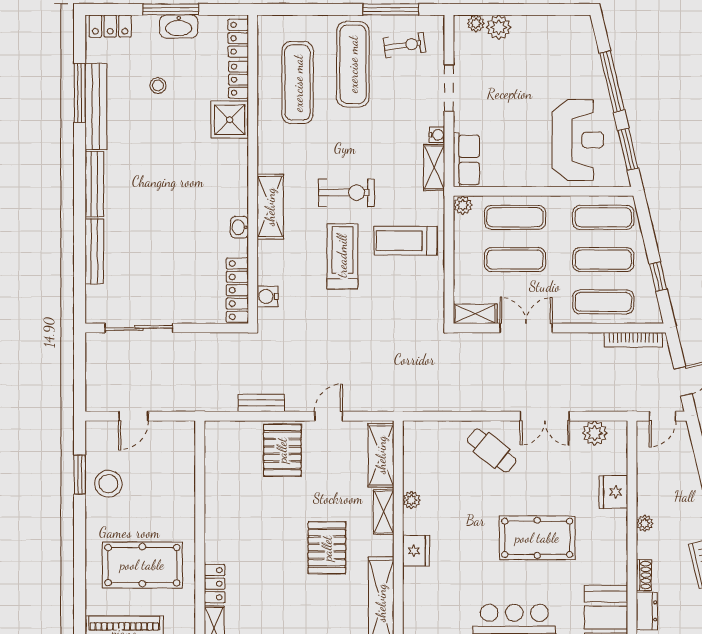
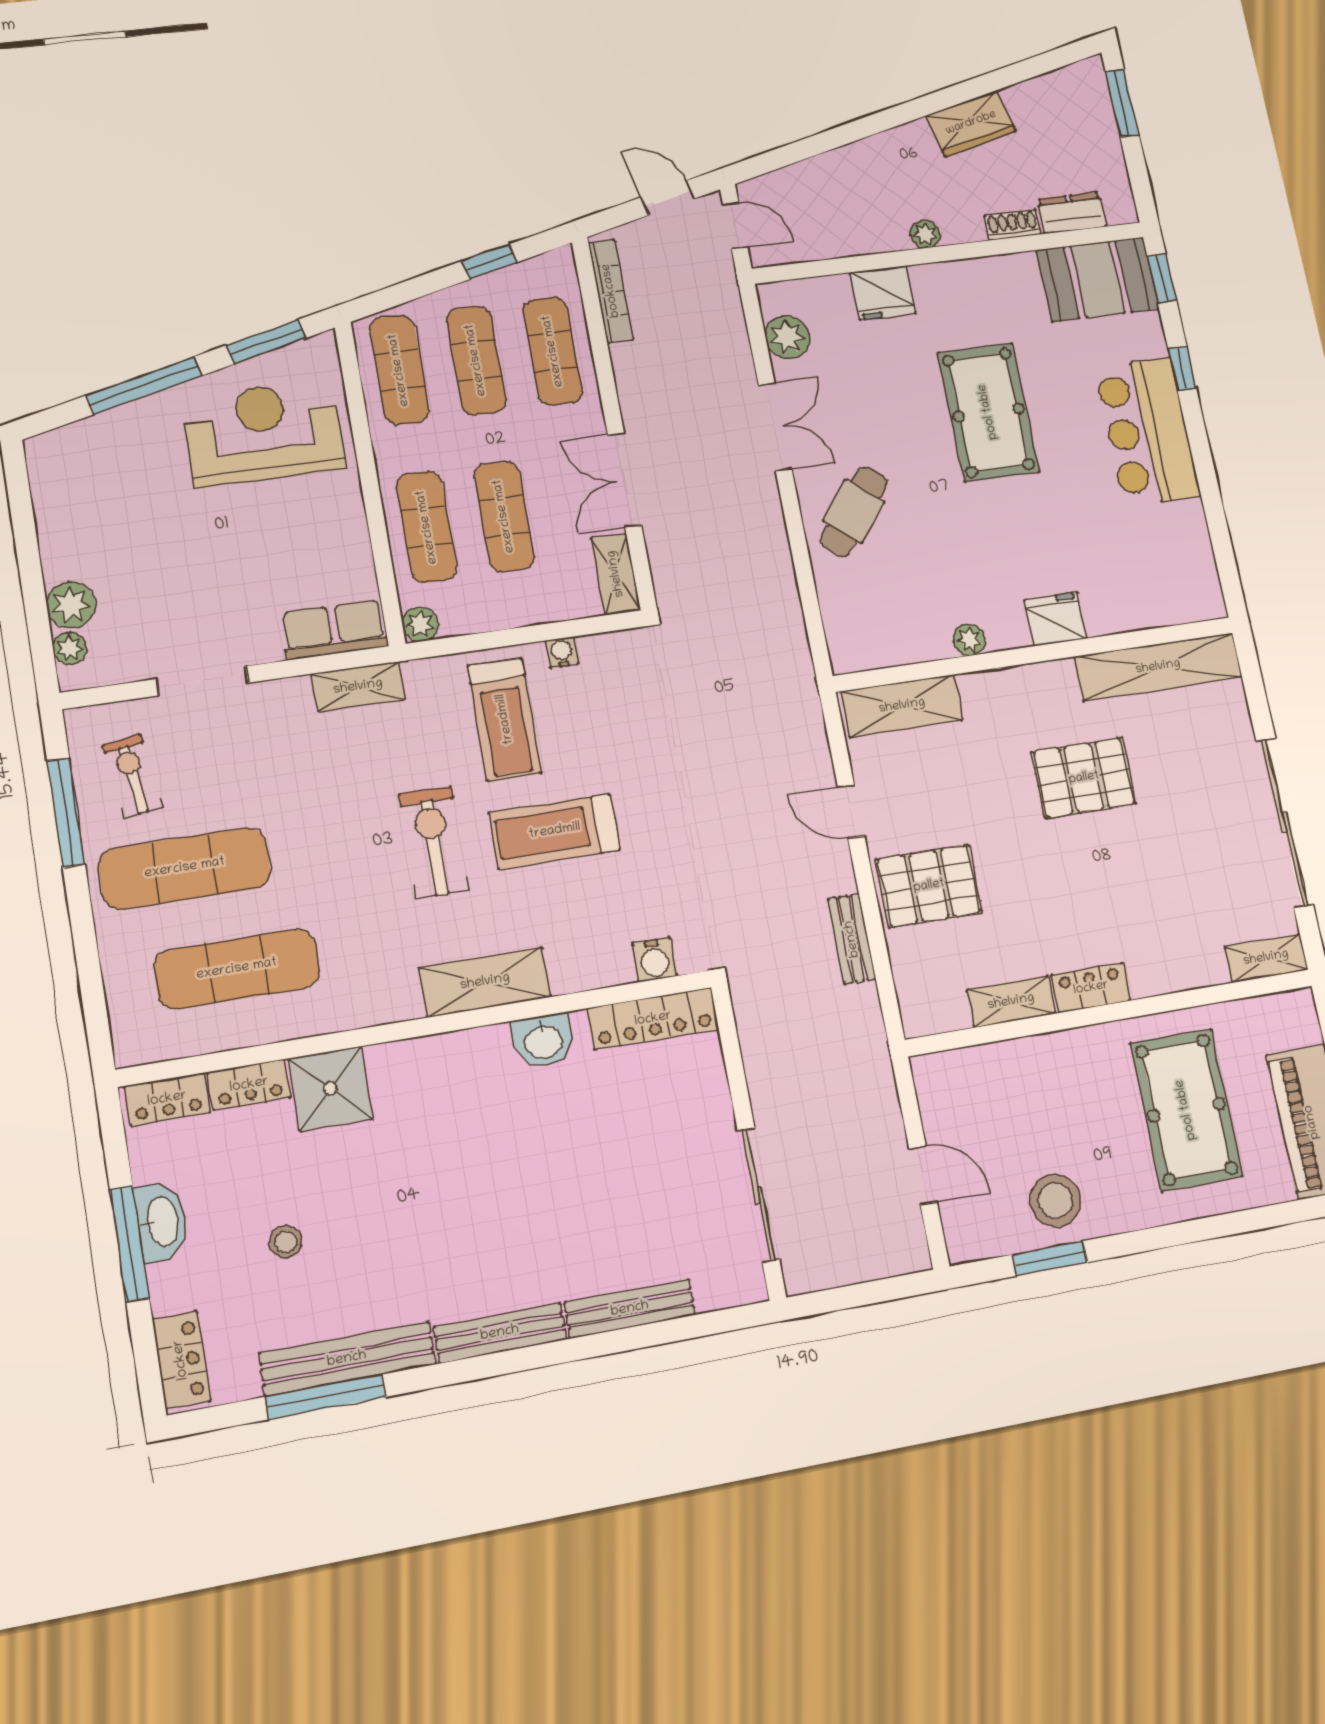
water cooler: (437, 135) -> (562, 652), moved
washbasin: (239, 227) -> (544, 1041), width x1.38, depth x1.45
shelving: (384, 512) -> (1011, 1002), moved
locker: (215, 584) -> (1091, 988), moved

